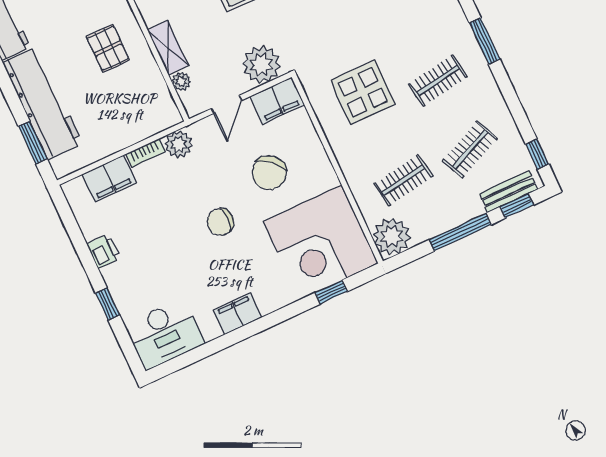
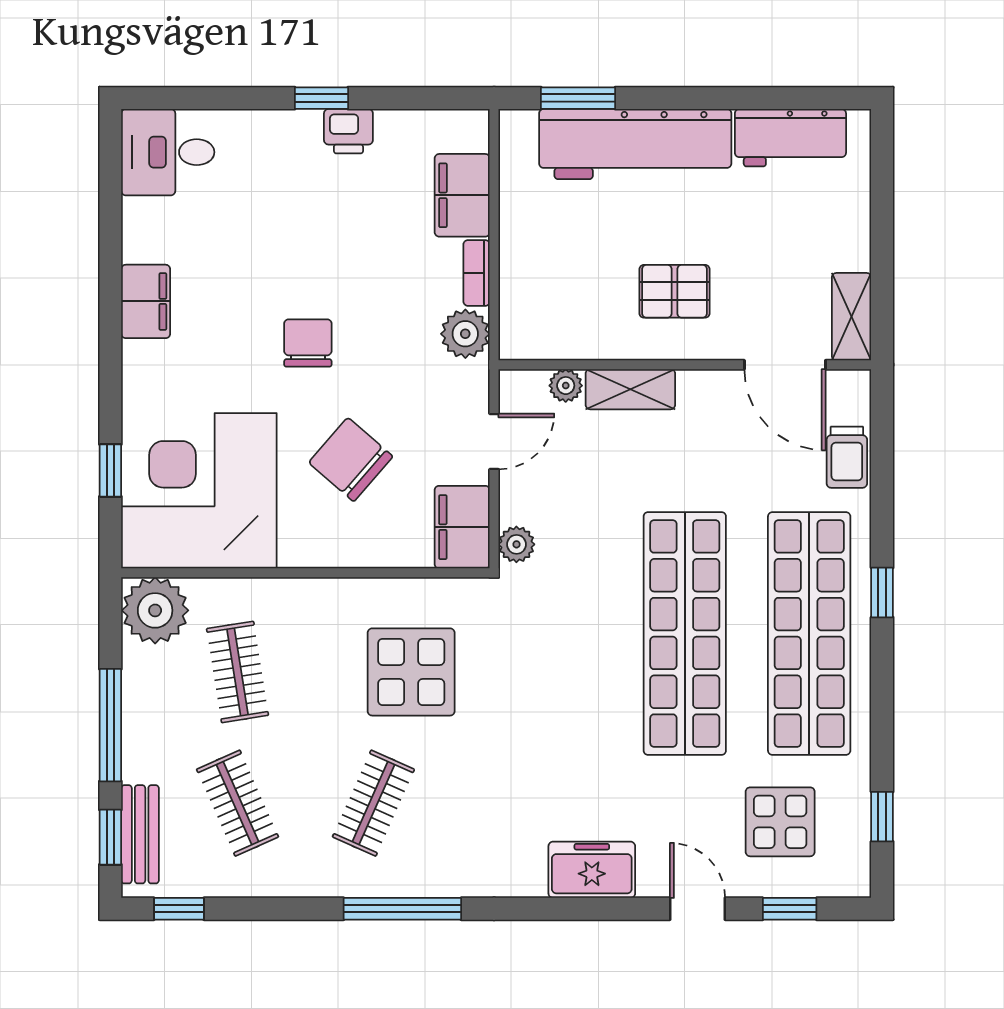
window: (485, 41) -> (402, 909), width x1.44
plant: (262, 65) -> (516, 544), width x0.53, depth x0.53
clothes rail: (438, 81) -> (373, 803), turned 33
door: (226, 104) -> (494, 441), swing flipped
window: (108, 304) -> (321, 98), moved
desk: (165, 334) -> (168, 152), width x0.73

